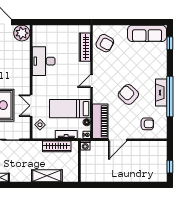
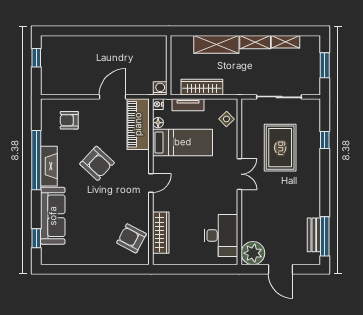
sofa: (147, 33) -> (53, 216), moved, turned 90
desk: (44, 61) -> (221, 235), moved
double door: (31, 106) -> (239, 174), moved
shelving: (20, 177) -> (255, 42), added

